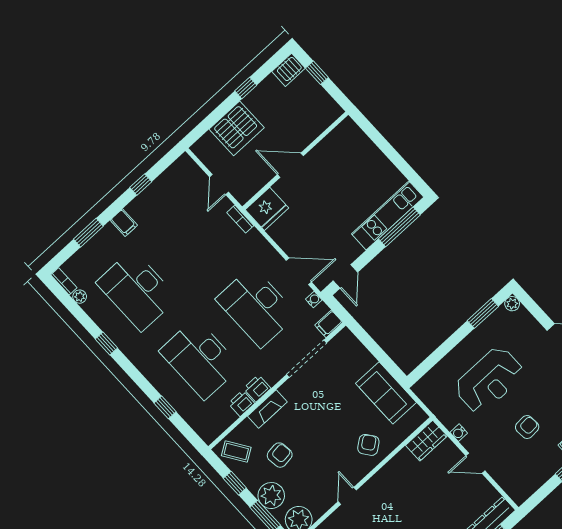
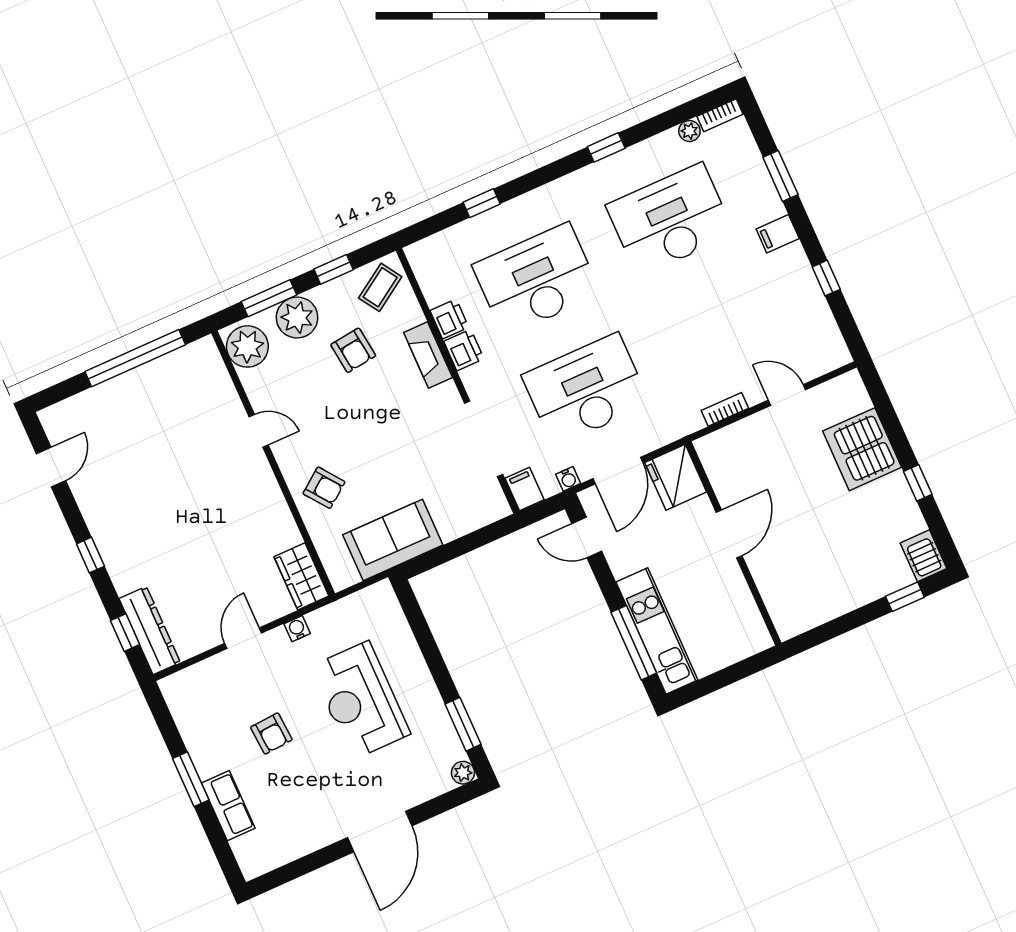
wall: (295, 161) -> (733, 543), moved
door: (290, 165) -> (729, 534), moved
fridge: (267, 209) -> (676, 477), moved

